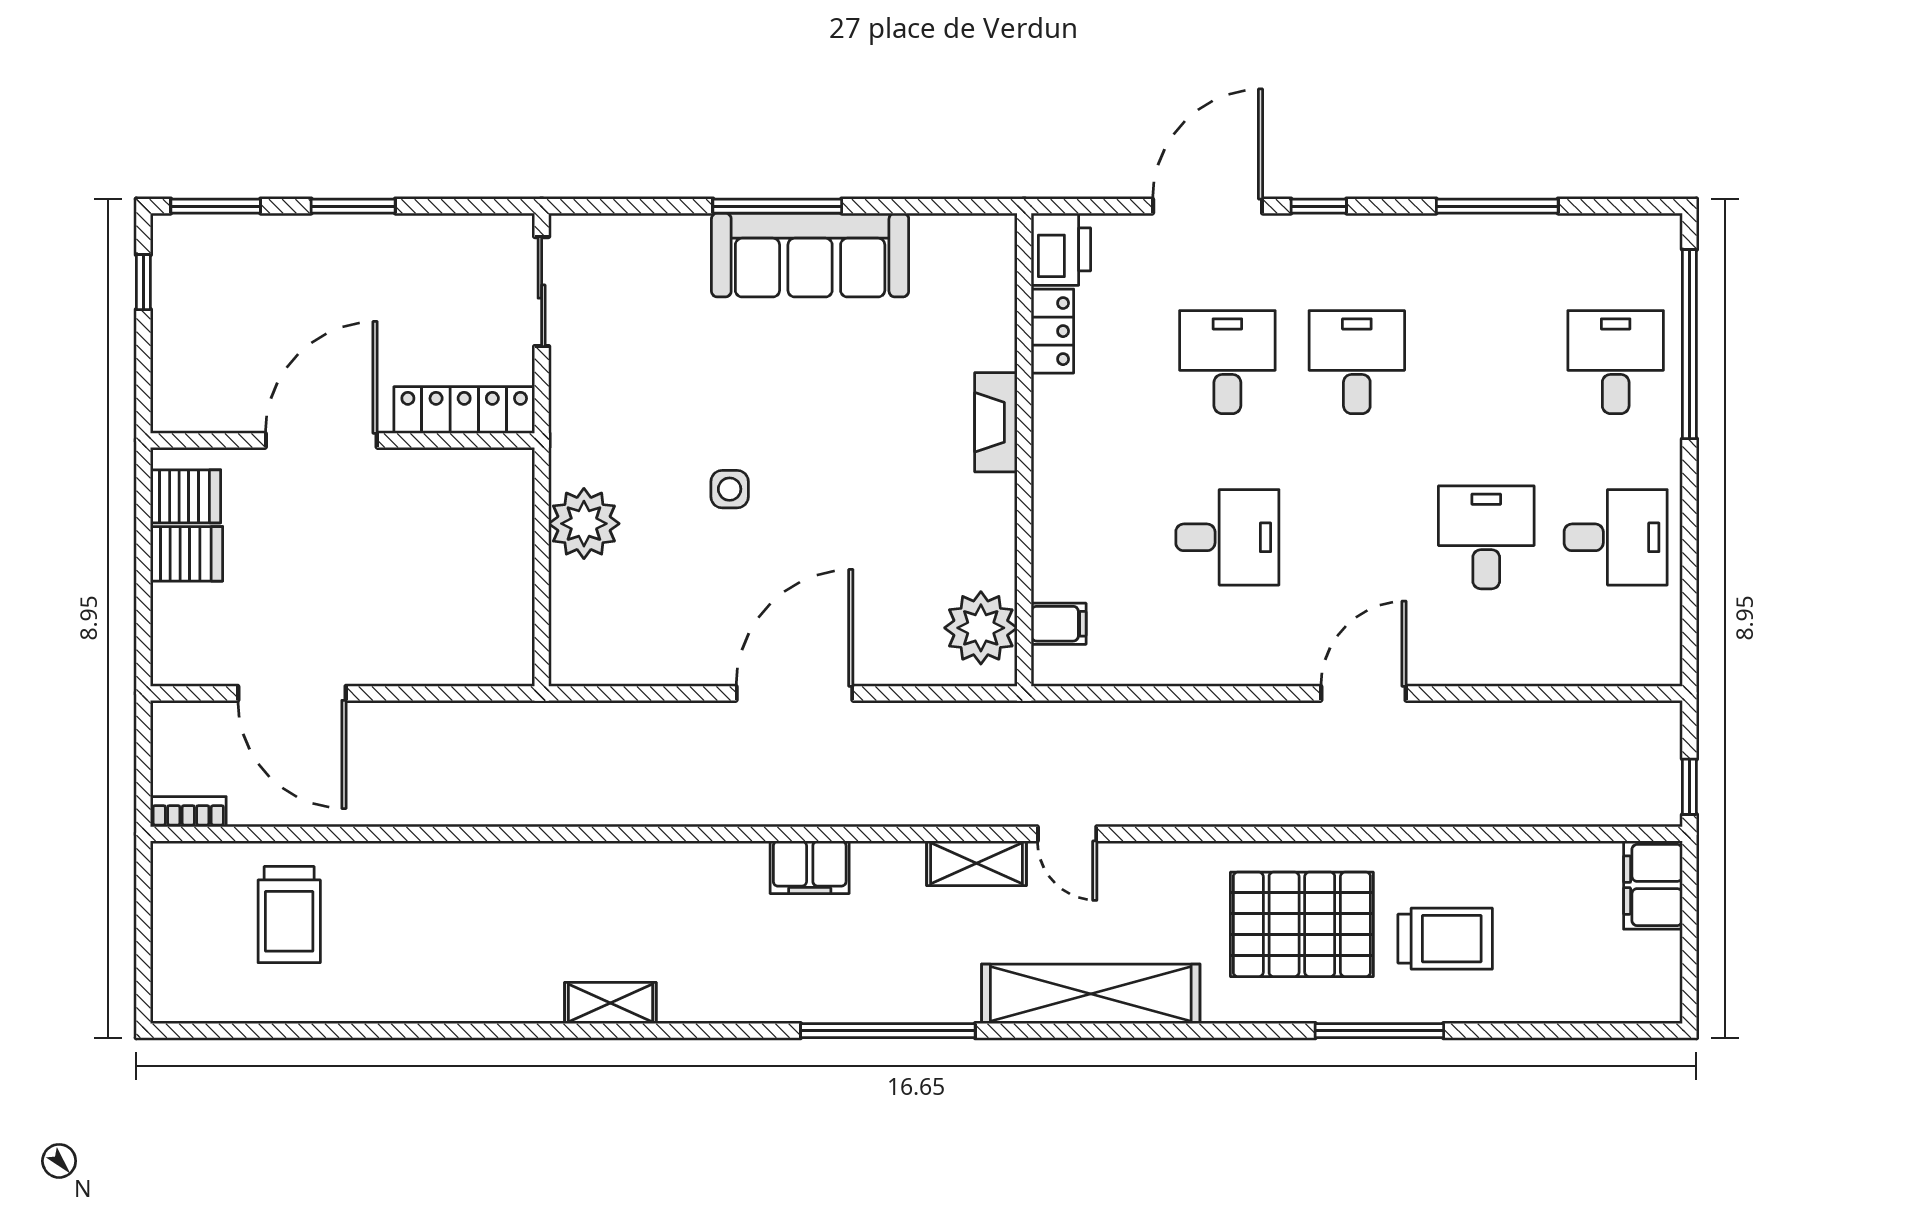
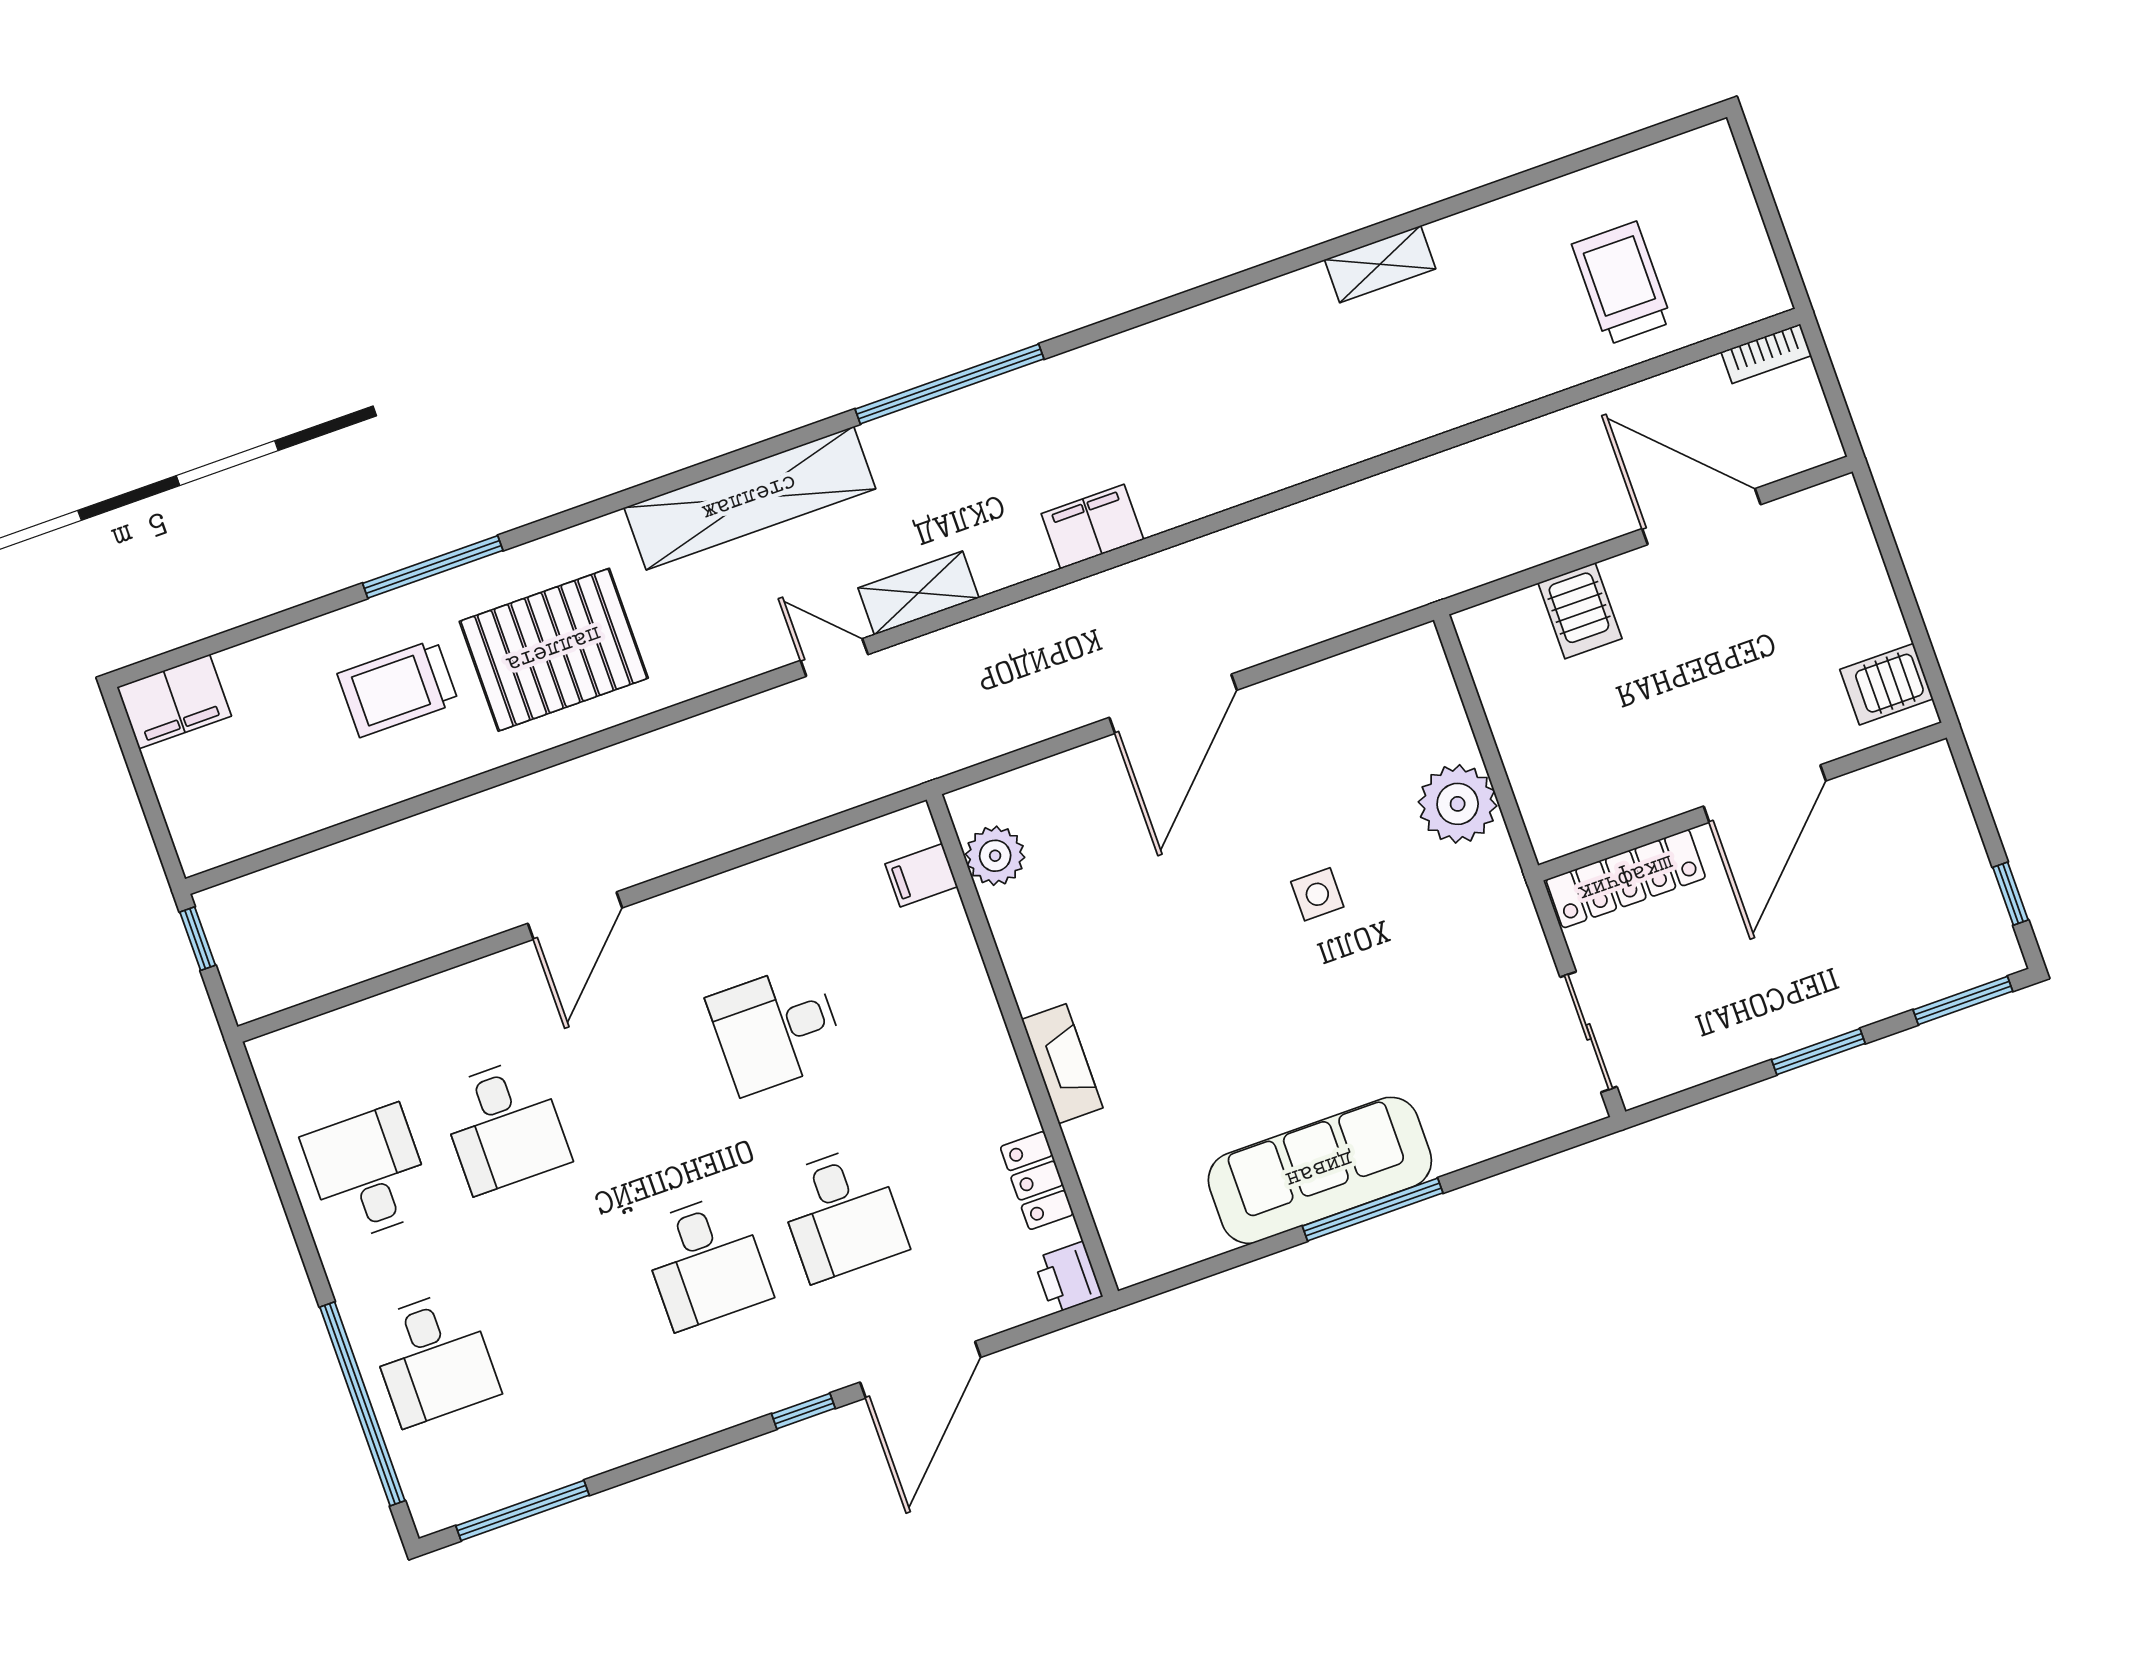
window: (1497, 206) -> (523, 1511), moved
printer: (1061, 249) -> (1068, 1277), width x0.73, depth x0.81
desk: (1616, 537) -> (368, 1173), turned 90
server rack: (187, 554) -> (1580, 611), moved, turned -90
plant: (981, 628) -> (995, 856), width x0.73, depth x0.73
filing cabinet: (1653, 885) -> (174, 702), moved, turned 90
shelving: (610, 1003) -> (1380, 264), moved

